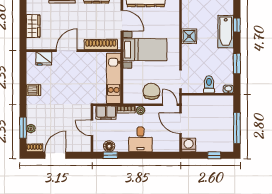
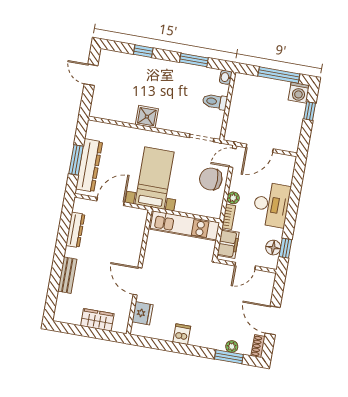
bathtub: (226, 32) -> (149, 67), removed
shoe rack: (101, 44) -> (137, 235), removed
desk: (140, 139) -> (271, 205), width x1.37
washing machine: (189, 145) -> (299, 93), moved, turned -90

